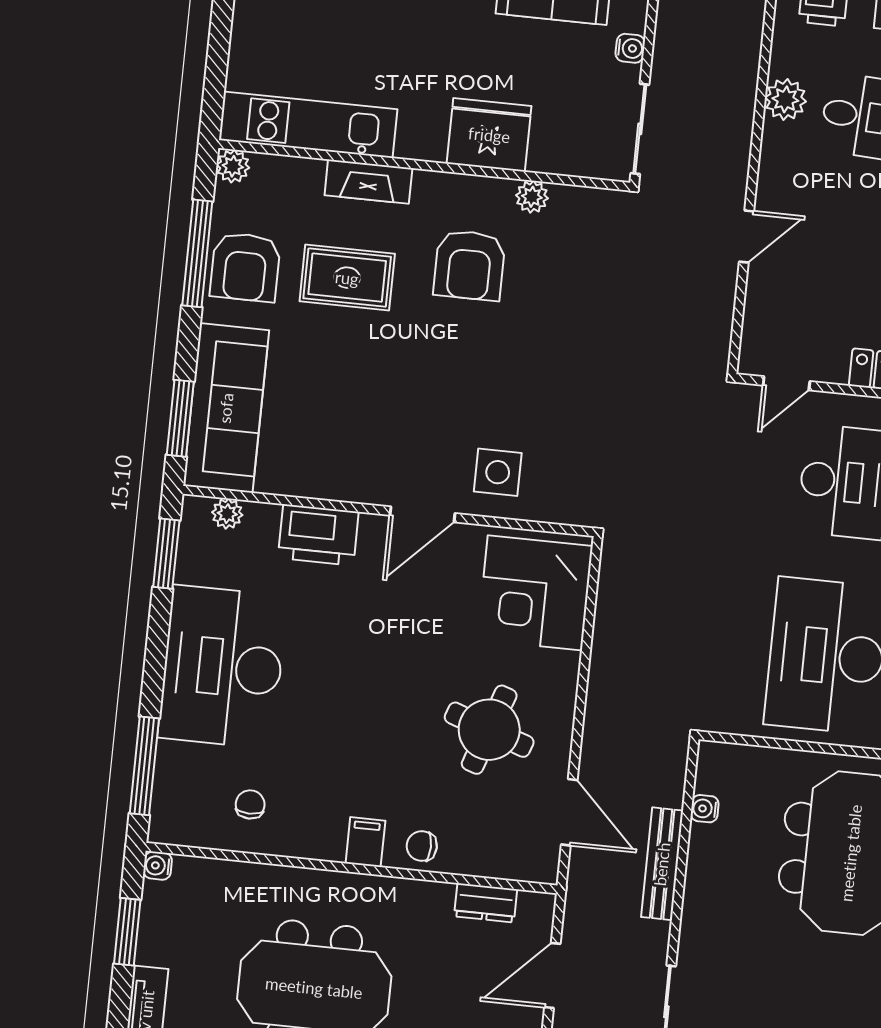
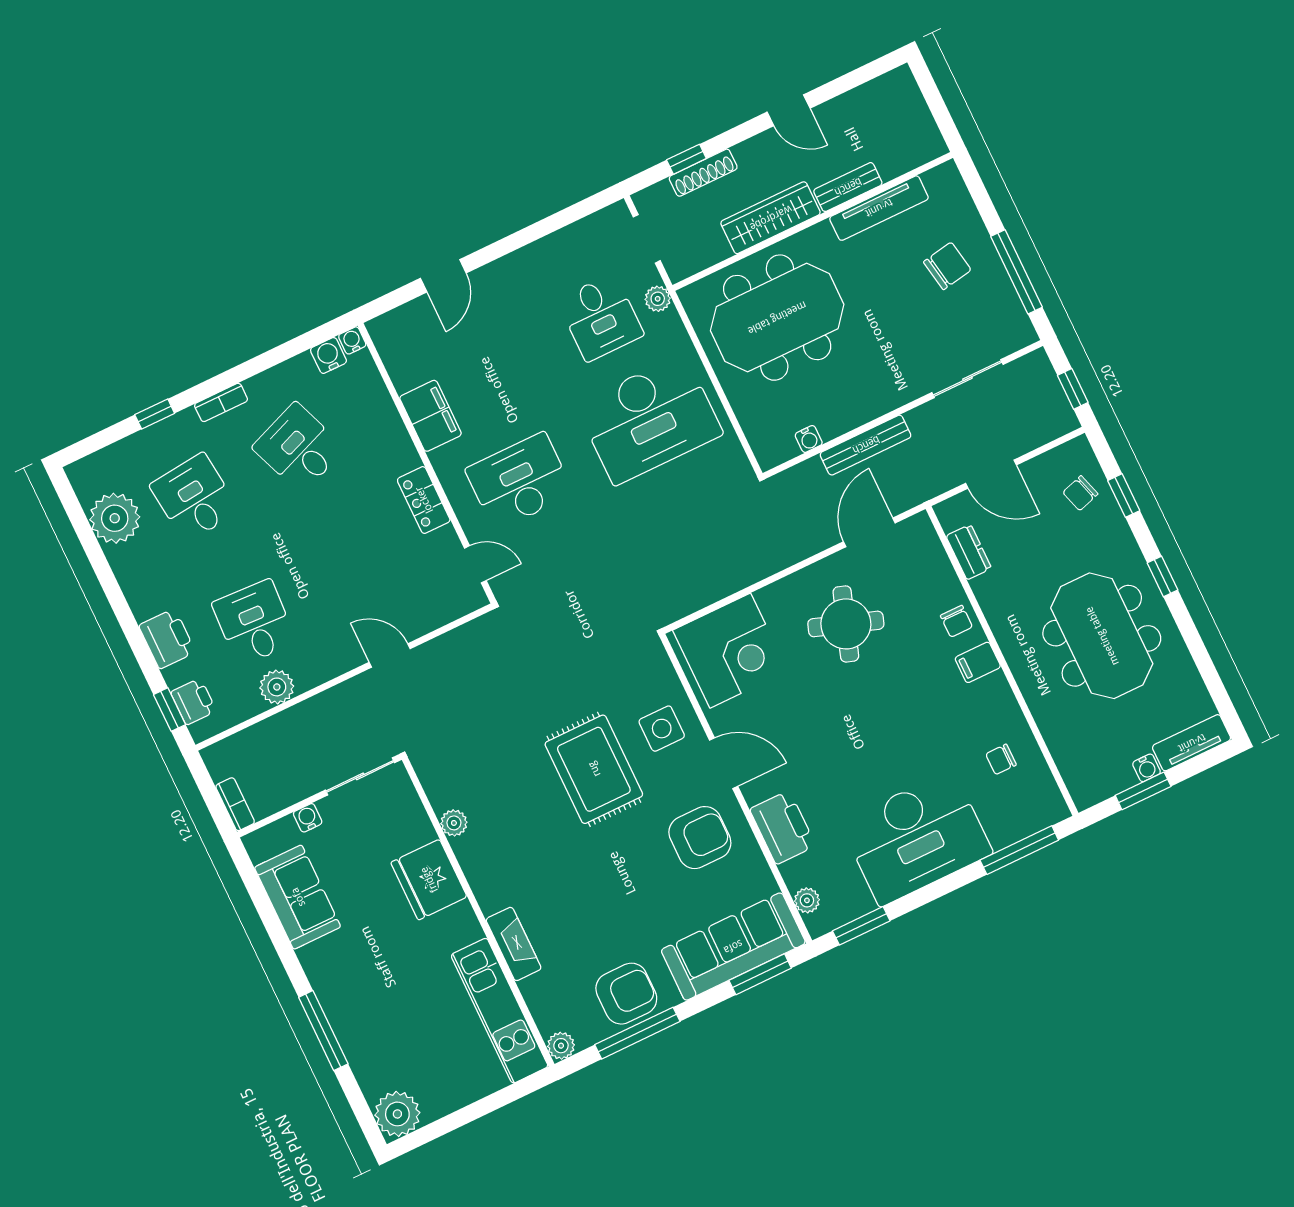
armchair: (469, 265) -> (700, 838), moved
rug: (347, 278) -> (594, 769), moved, width x1.36, depth x1.43
water cooler: (158, 866) -> (1147, 768), moved

